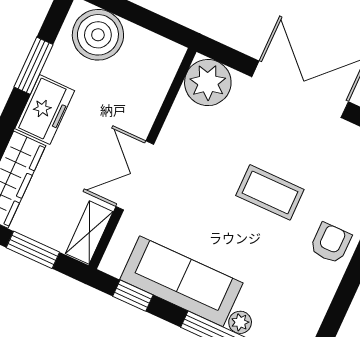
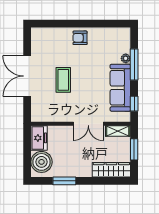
plant: (208, 83) -> (41, 112), removed
freezer: (45, 110) -> (39, 138), moved, turned 90
coffee table: (270, 192) -> (63, 80), moved

